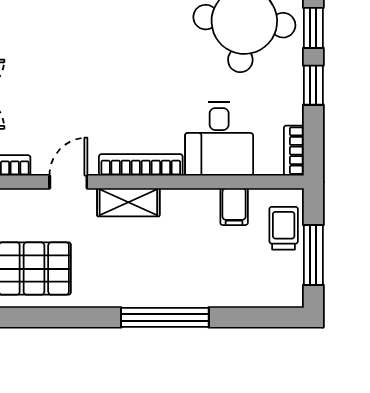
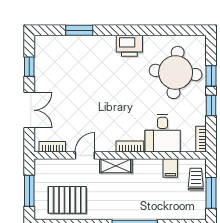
bookcase: (141, 165) -> (130, 146), width x0.64

